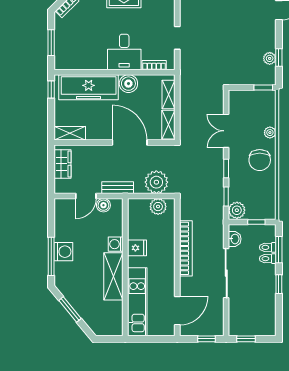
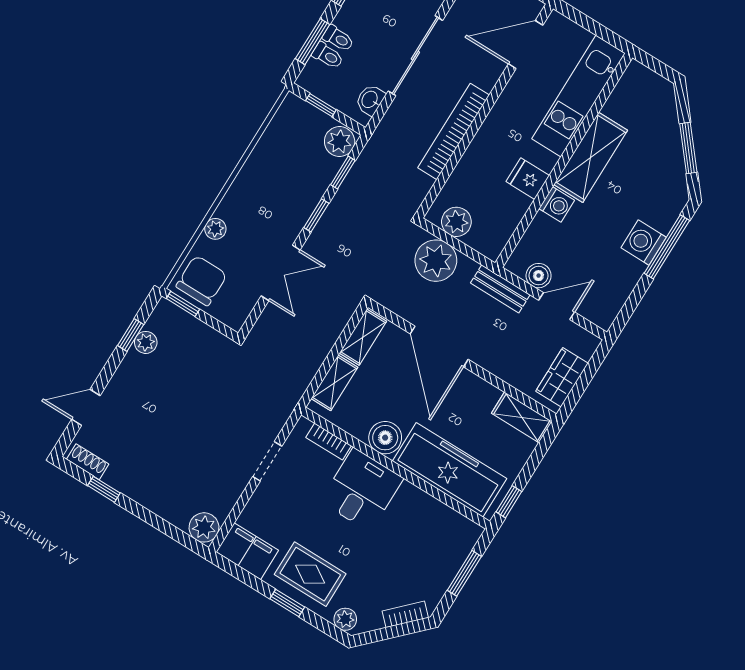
chair: (260, 160) -> (202, 281), moved

